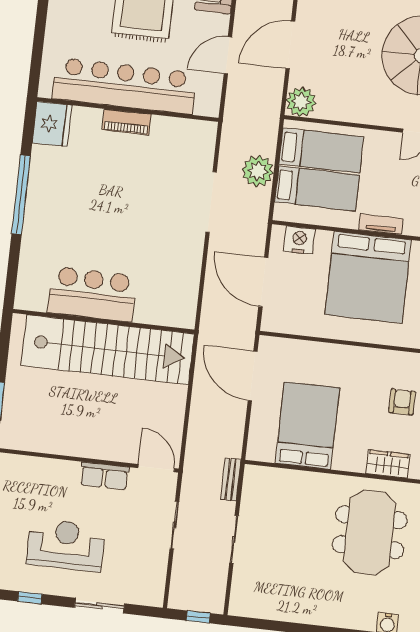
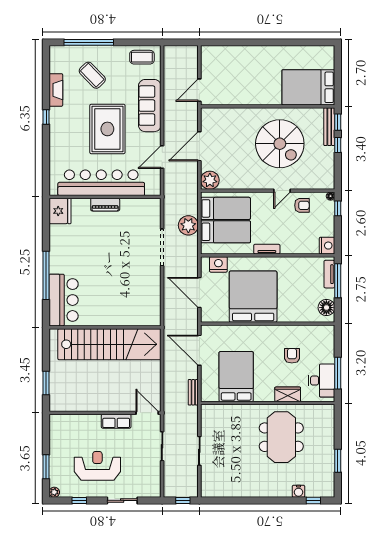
window: (21, 195) -> (46, 275), moved
bed: (368, 277) -> (253, 297), moved, turned 180
bar counter: (92, 294) -> (64, 300), moved, turned 90
bench: (231, 480) -> (193, 392), moved

